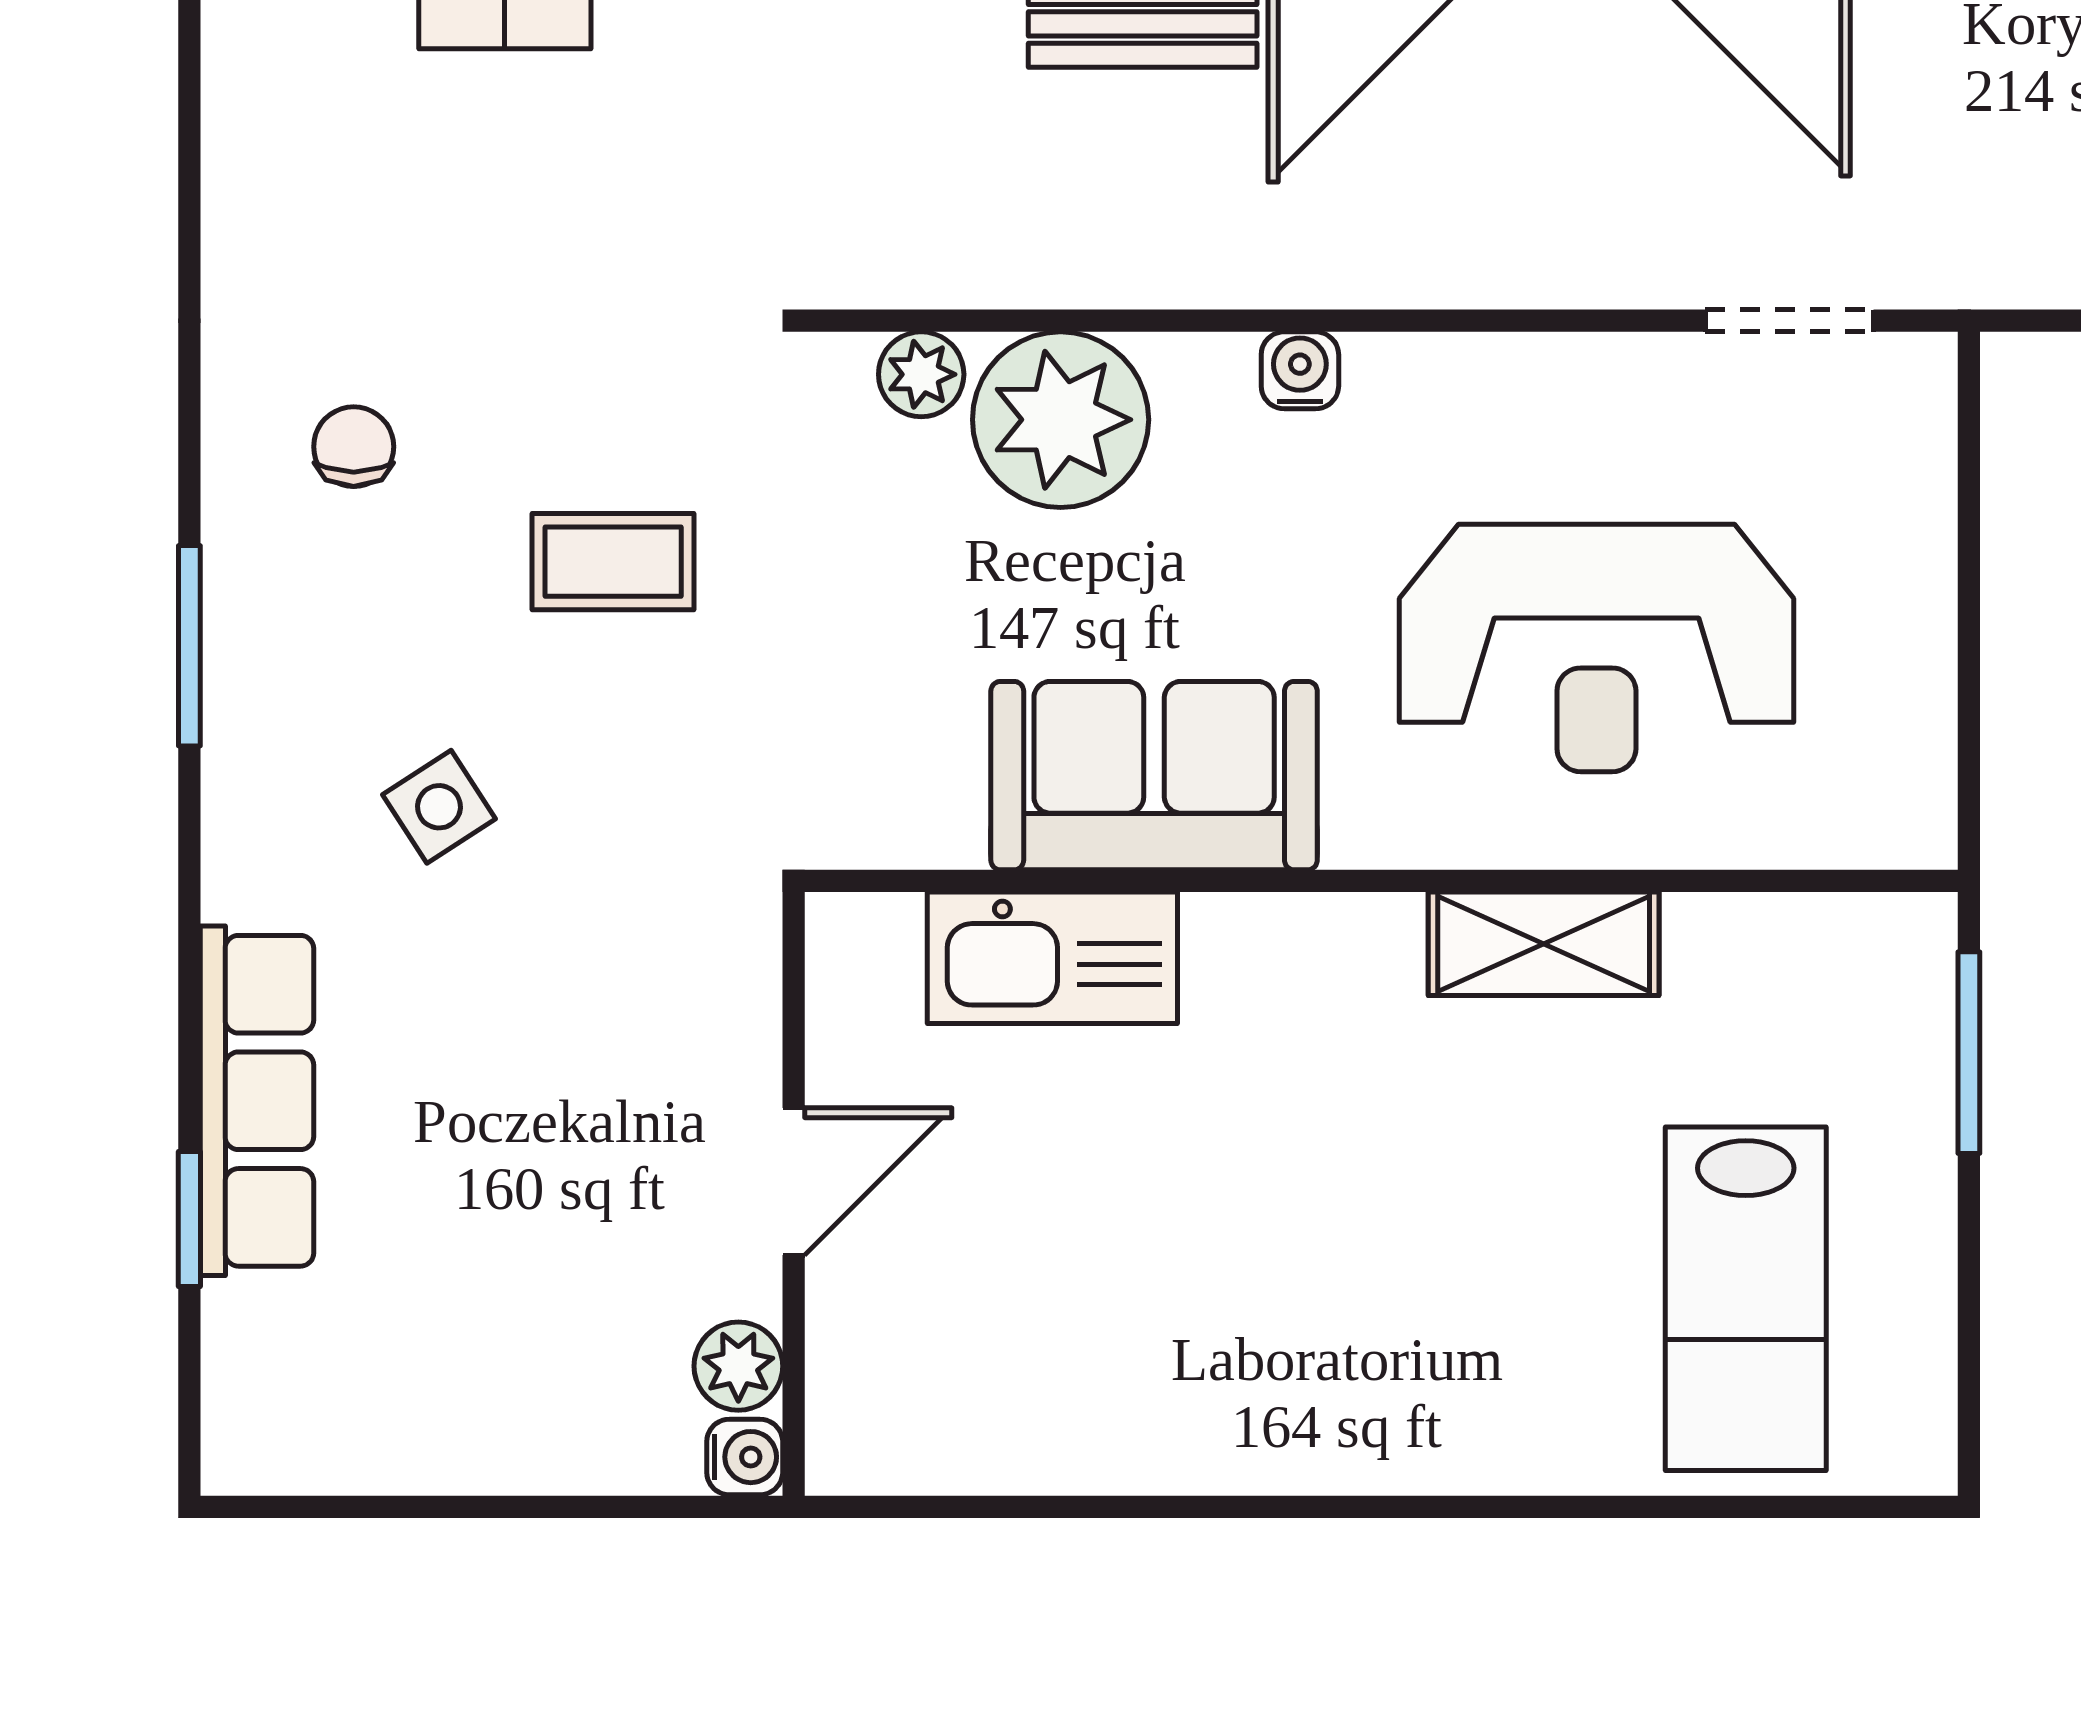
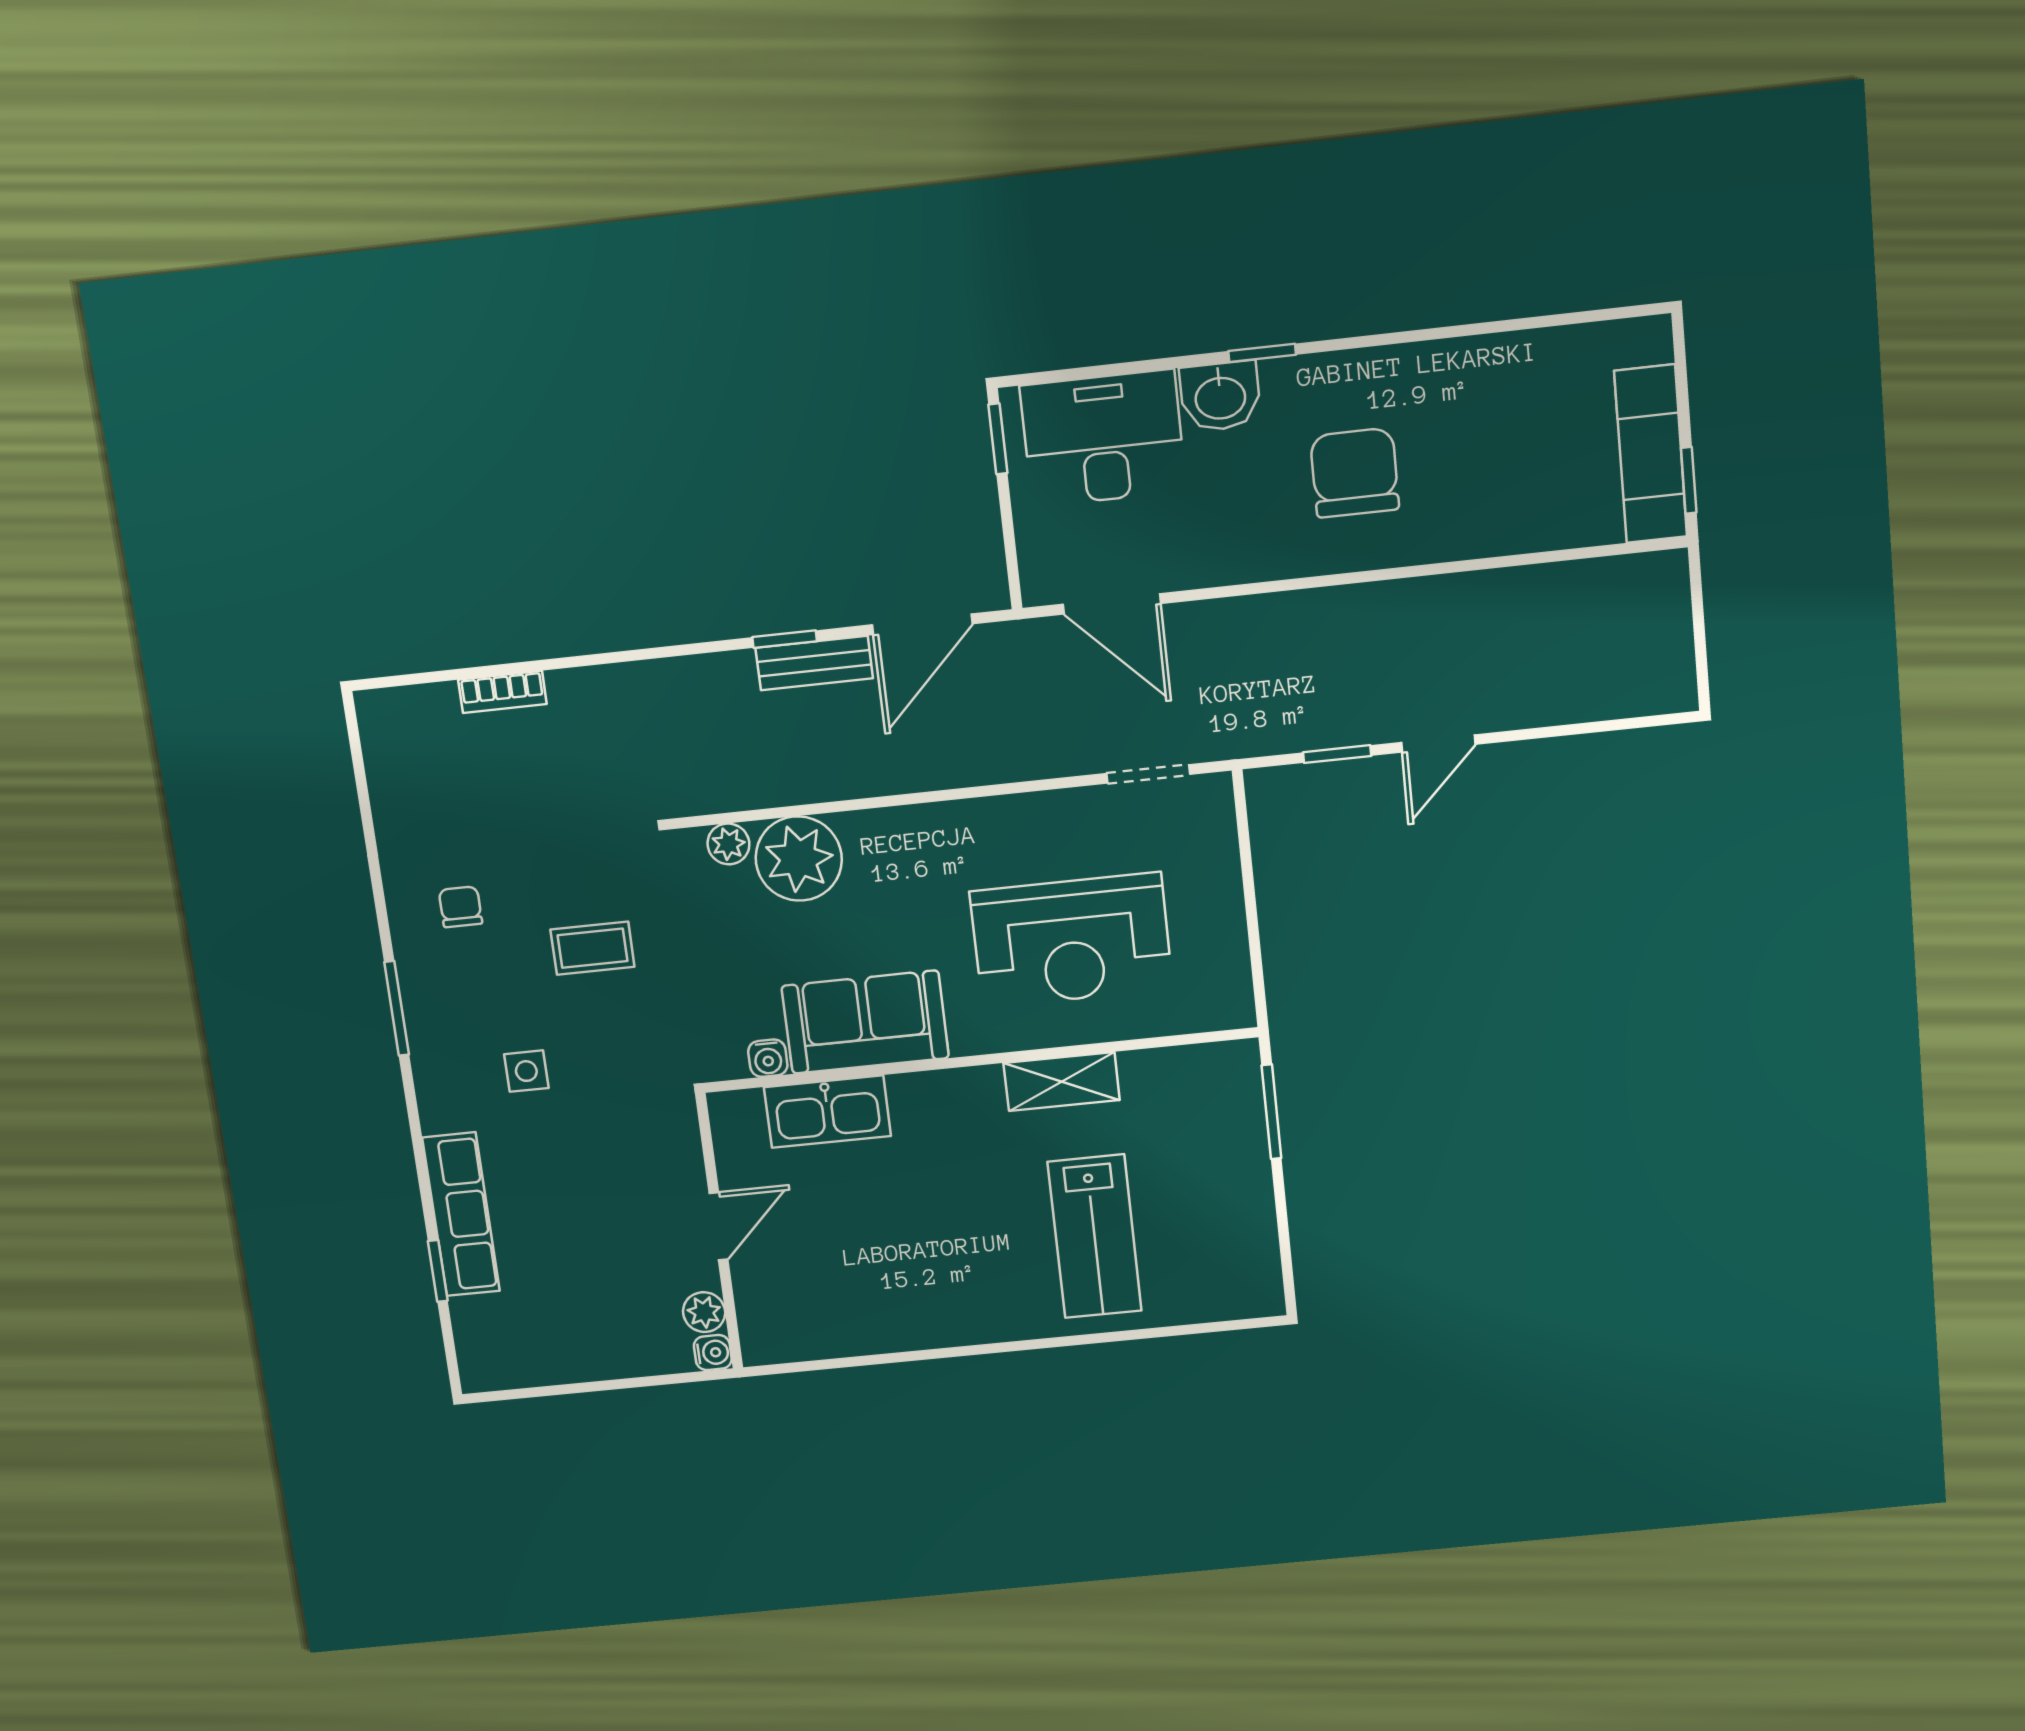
water cooler: (1300, 370) -> (768, 1058), moved, turned 180
side table: (439, 807) -> (526, 1071), turned 33
lab bench: (1746, 1299) -> (1095, 1236), moved

